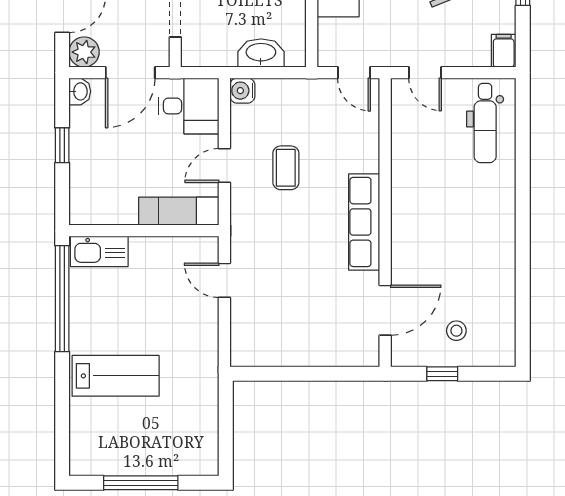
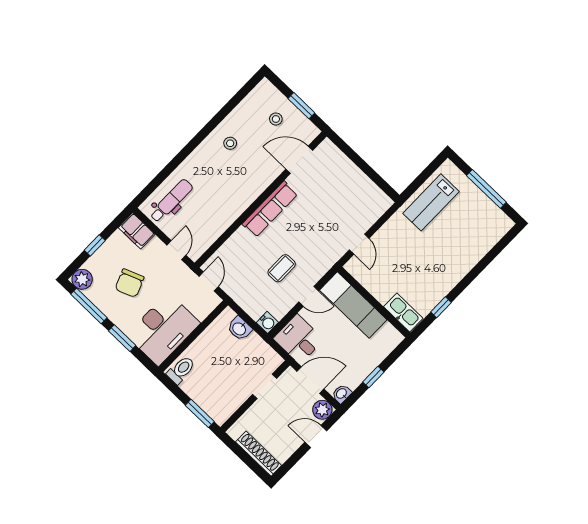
filing cabinet: (504, 51) -> (137, 231), width x2.00
washbasin: (261, 53) -> (239, 329), width x0.72
exam couch: (179, 211) -> (353, 305), width x1.36, depth x1.45
stool: (482, 253) -> (230, 143), added
window: (62, 299) -> (441, 307), width x0.32
window: (442, 374) -> (301, 106), width x1.50
lab bench: (116, 376) -> (431, 202), moved, turned -90

